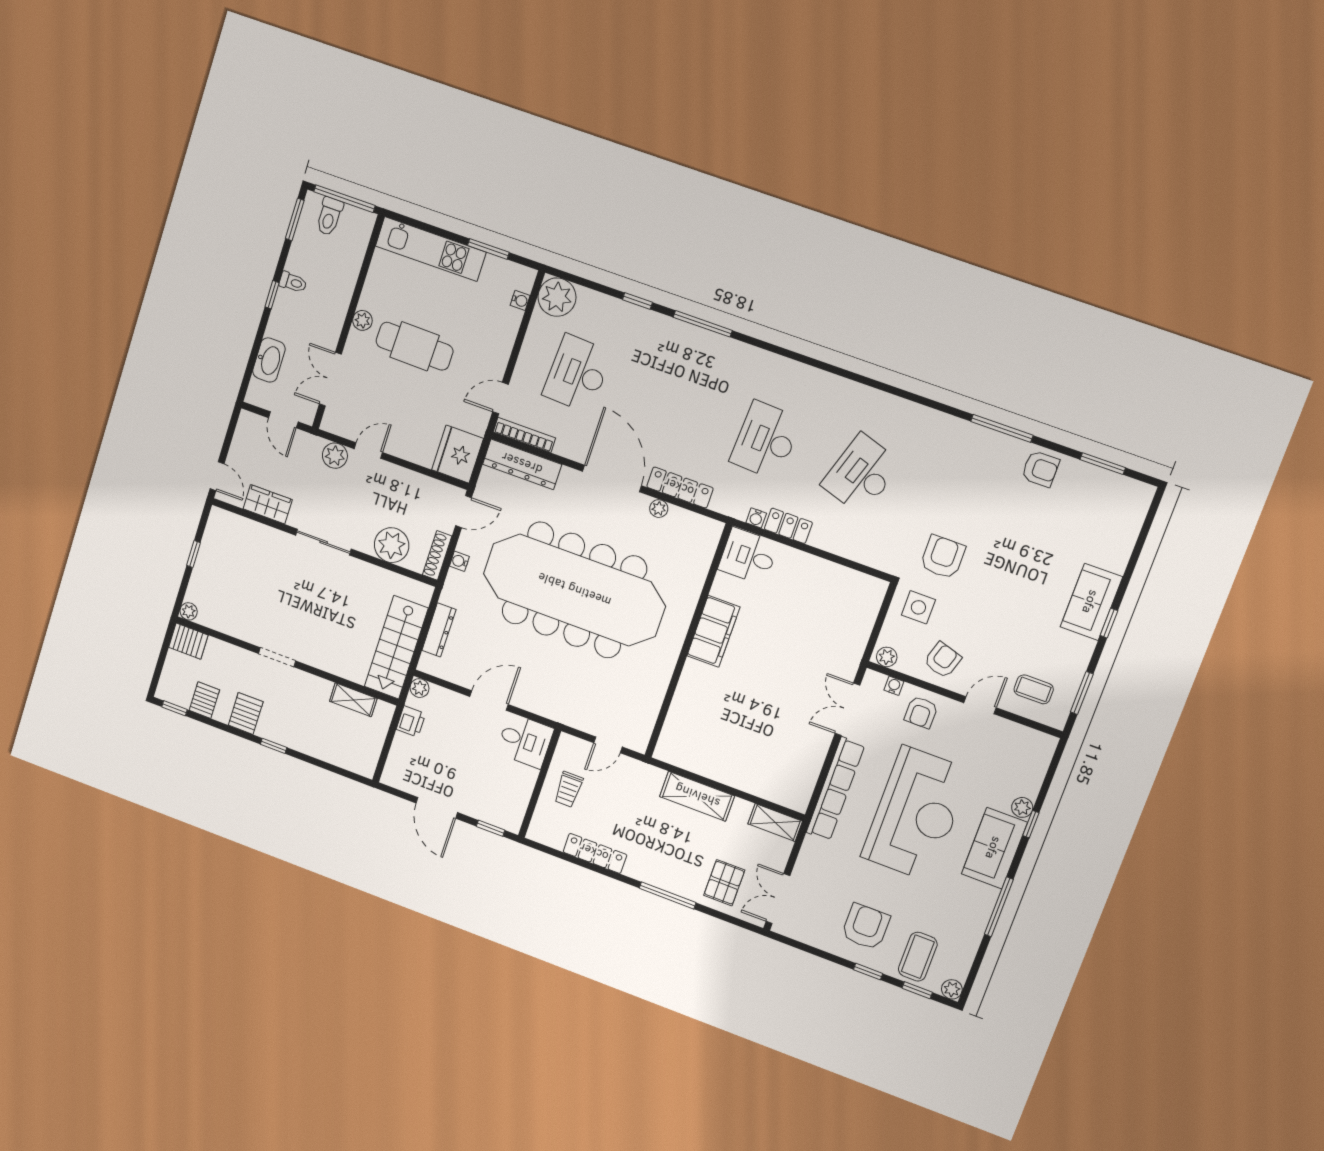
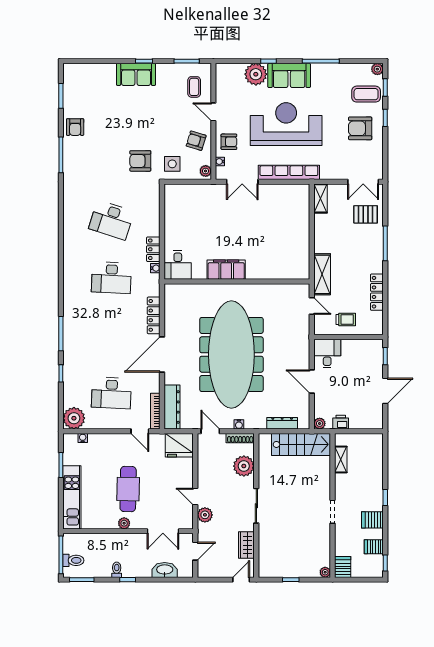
armchair: (1040, 469) -> (75, 127), turned 180
plant: (659, 509) -> (169, 323), removed
shelving: (697, 796) -> (322, 274), moved
plant: (1022, 807) -> (256, 74), width x1.87, depth x1.87

